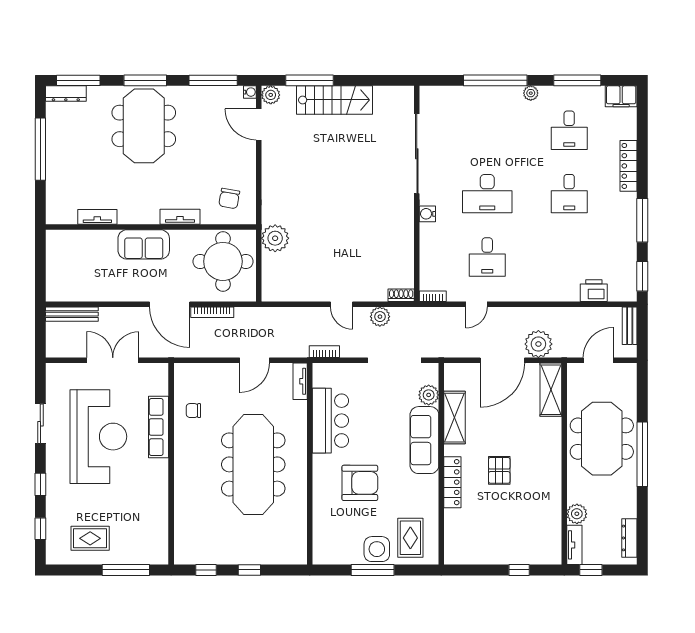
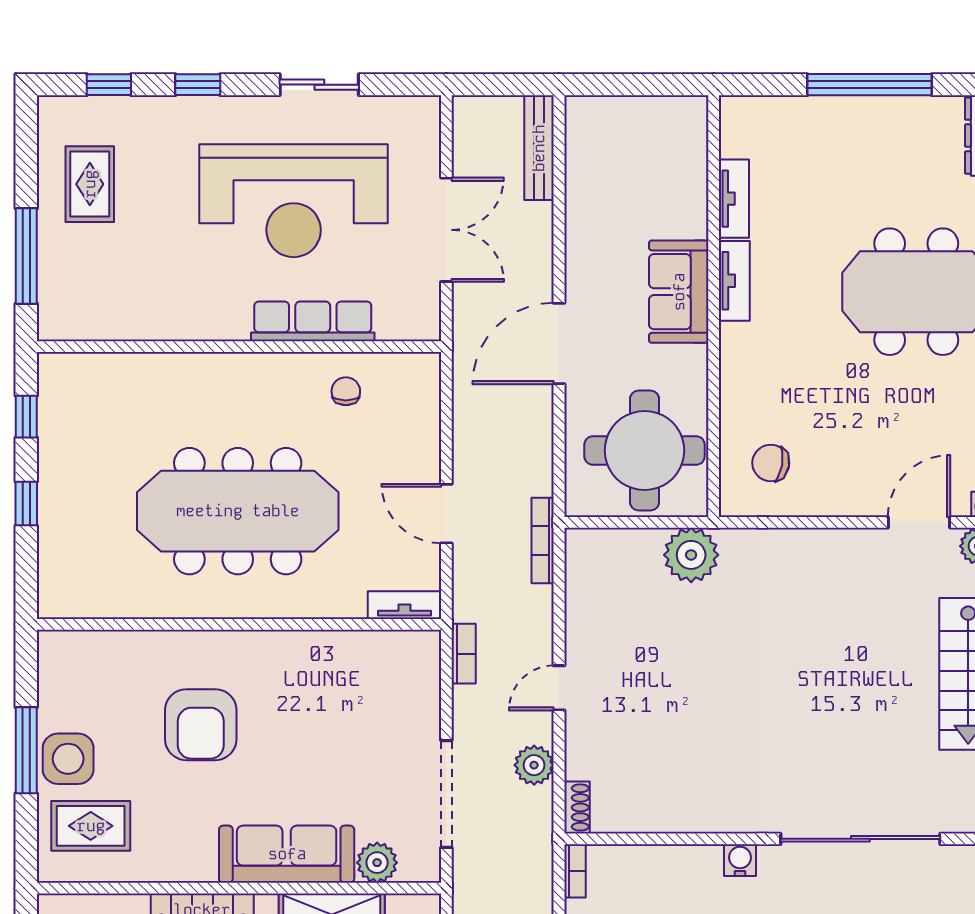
tv unit: (180, 217) -> (734, 281), moved
bookcase: (212, 312) -> (543, 540), moved
bar counter: (330, 421) -> (326, 666), removed

